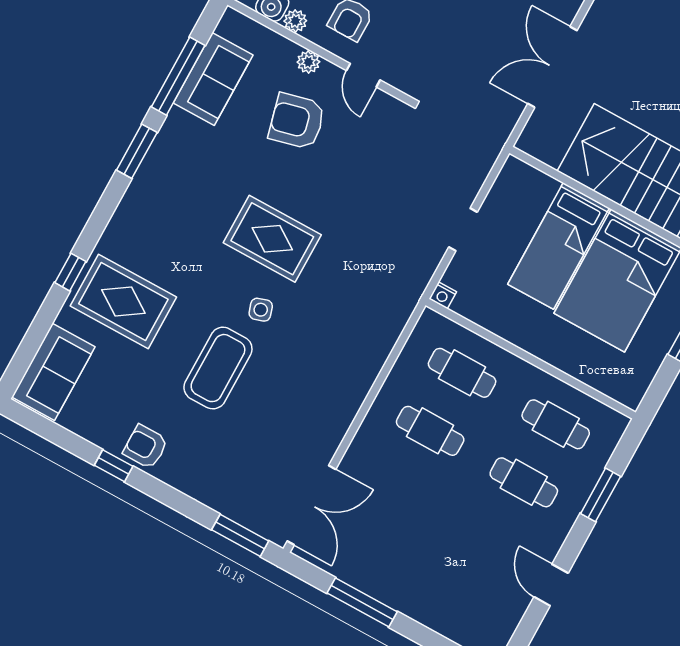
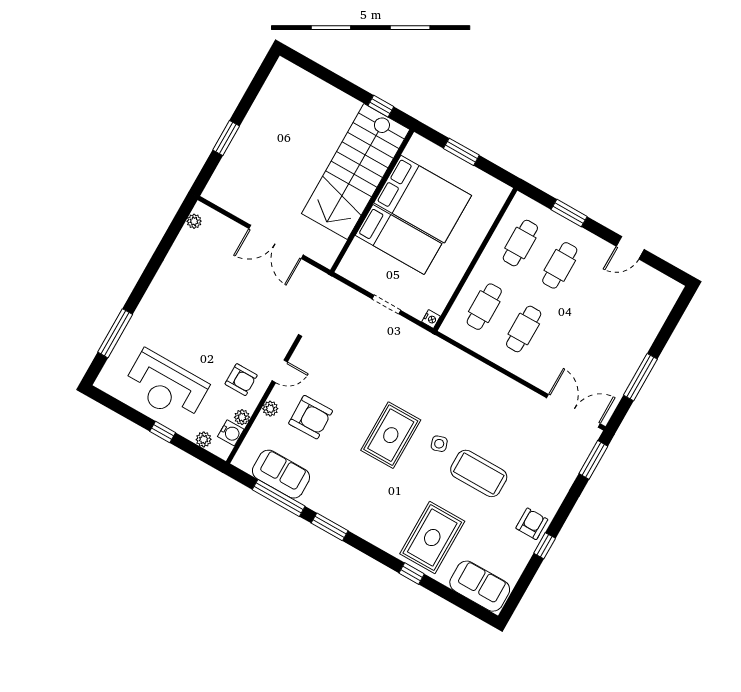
armchair: (297, 121) -> (311, 417), turned -77
armchair: (145, 447) -> (532, 524), turned 180

